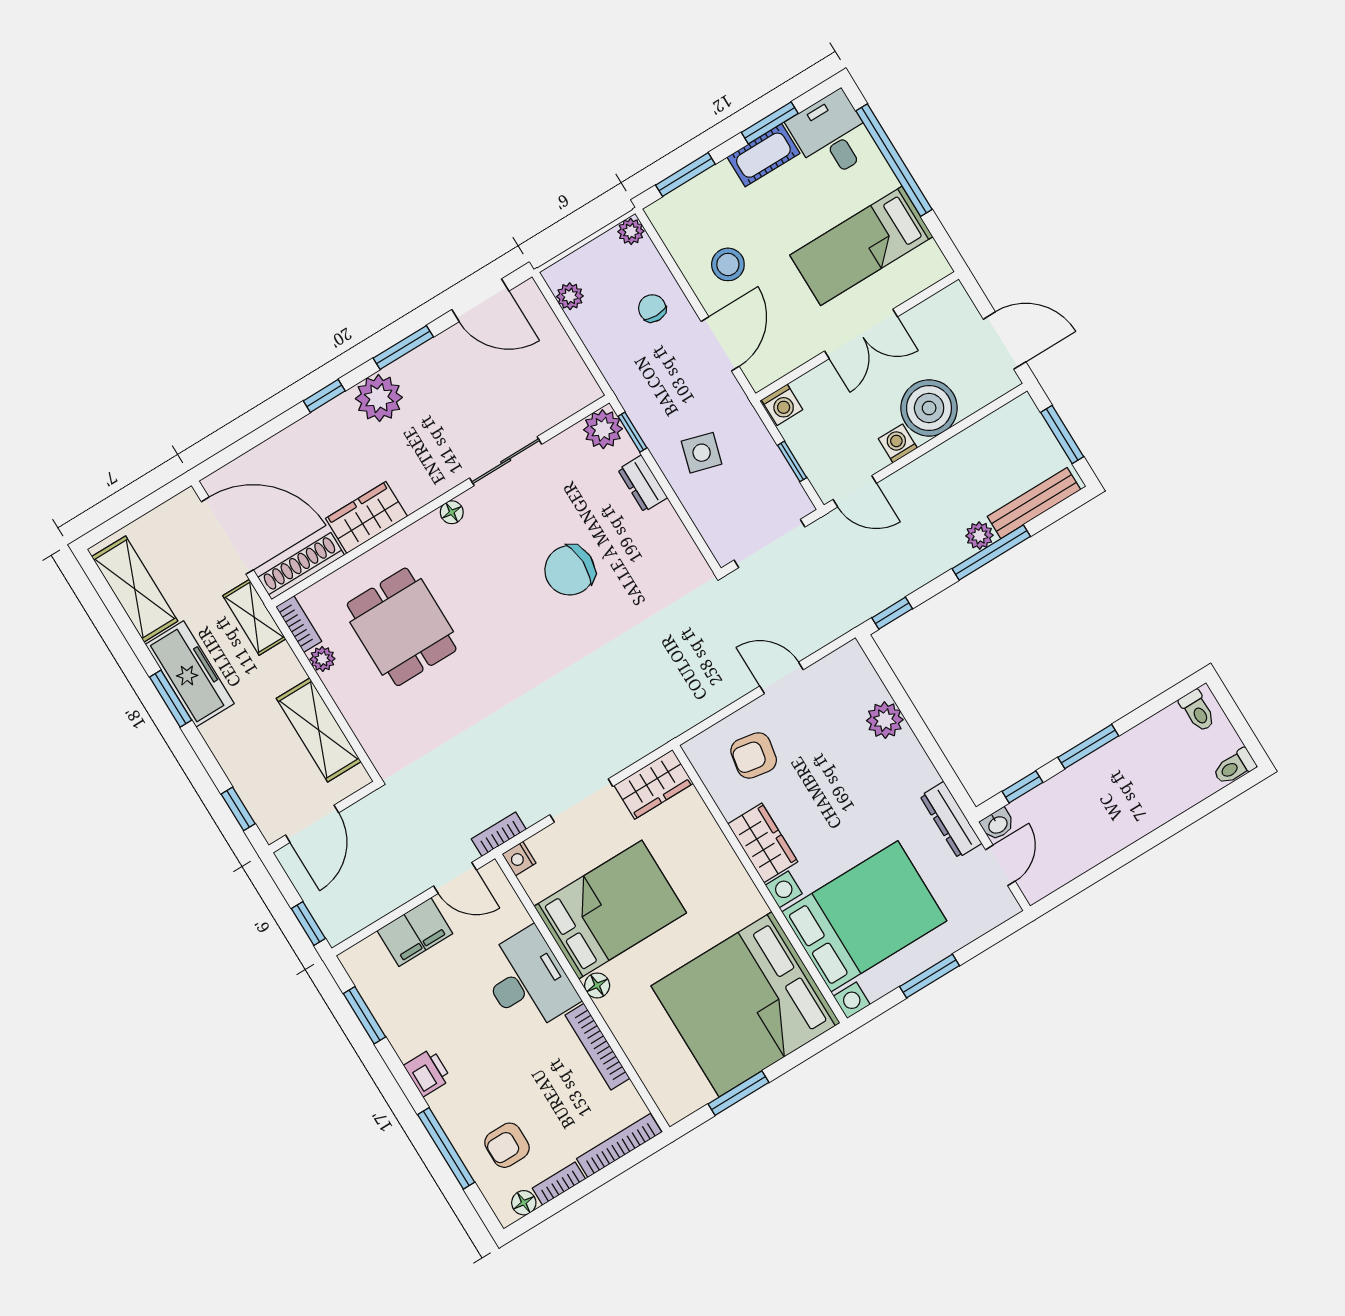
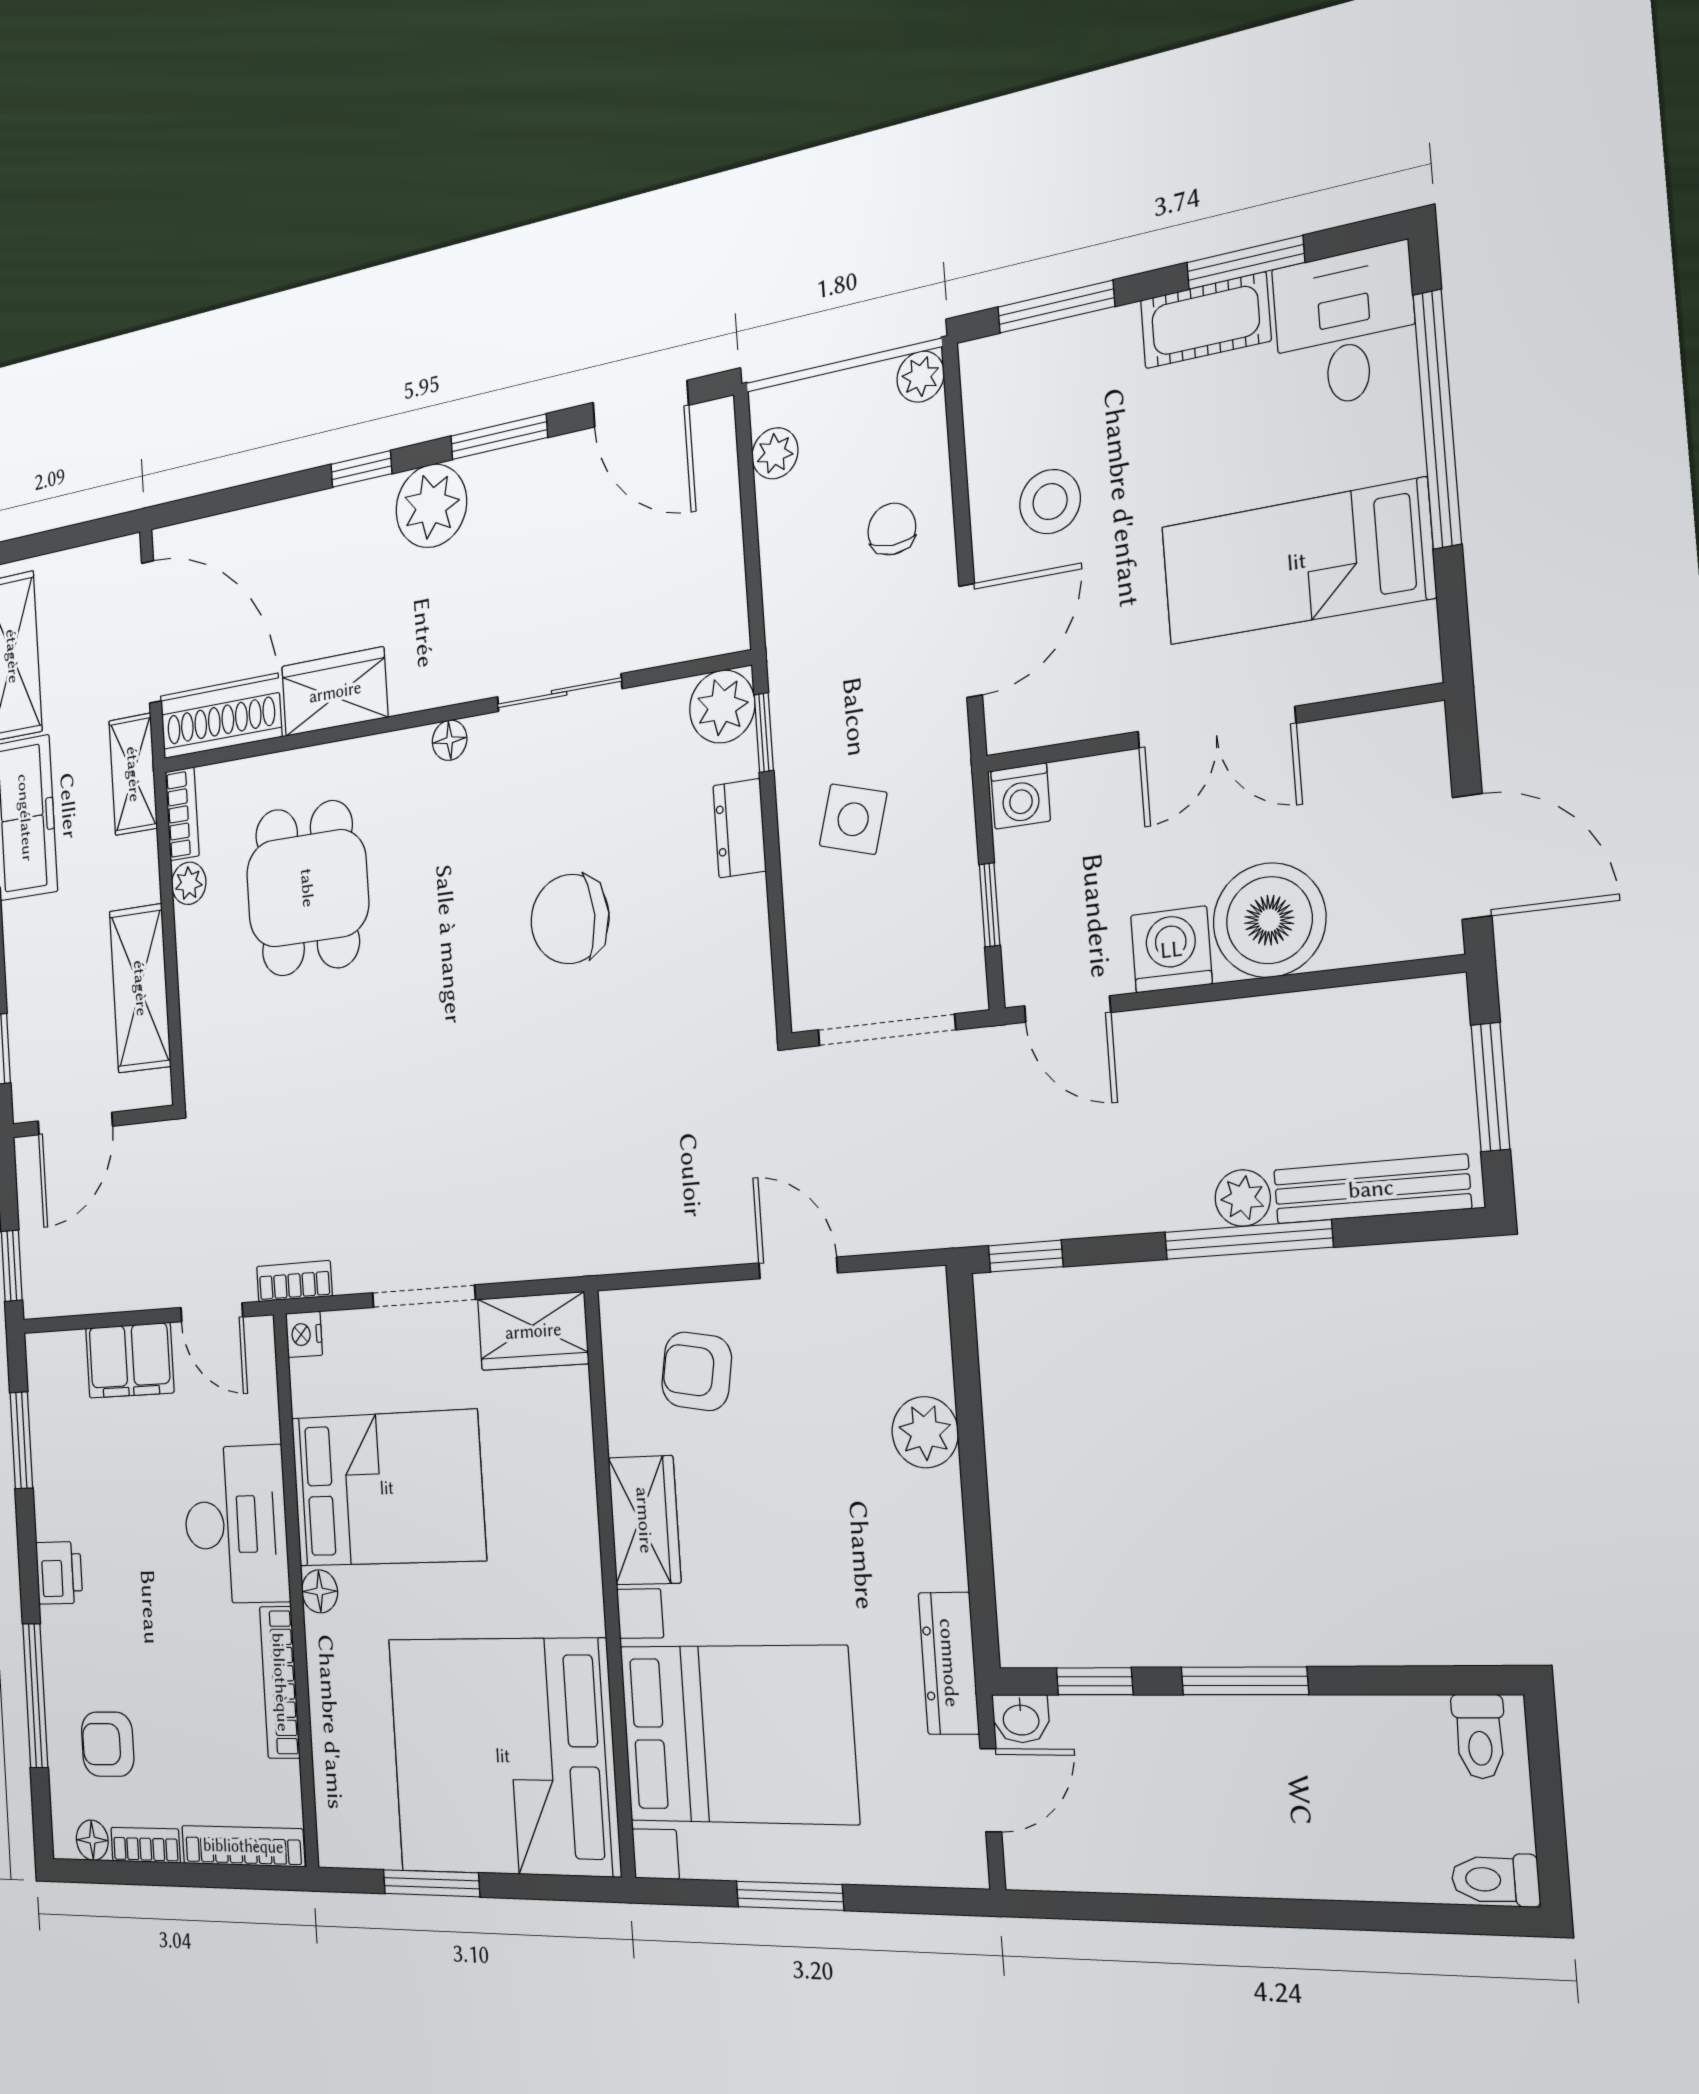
washing machine: (898, 443) -> (1171, 950), width x1.38, depth x1.38

